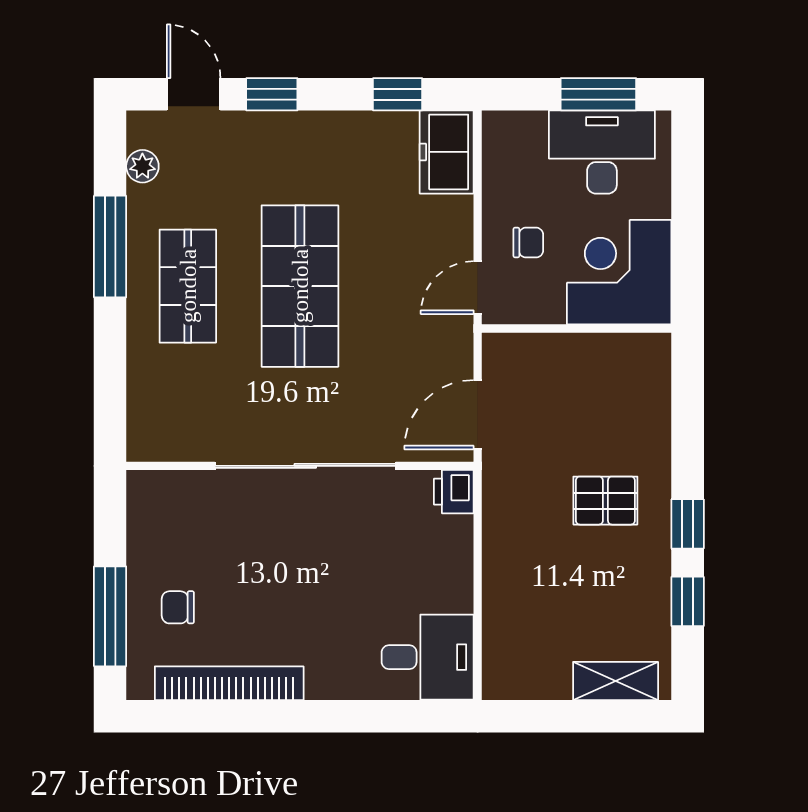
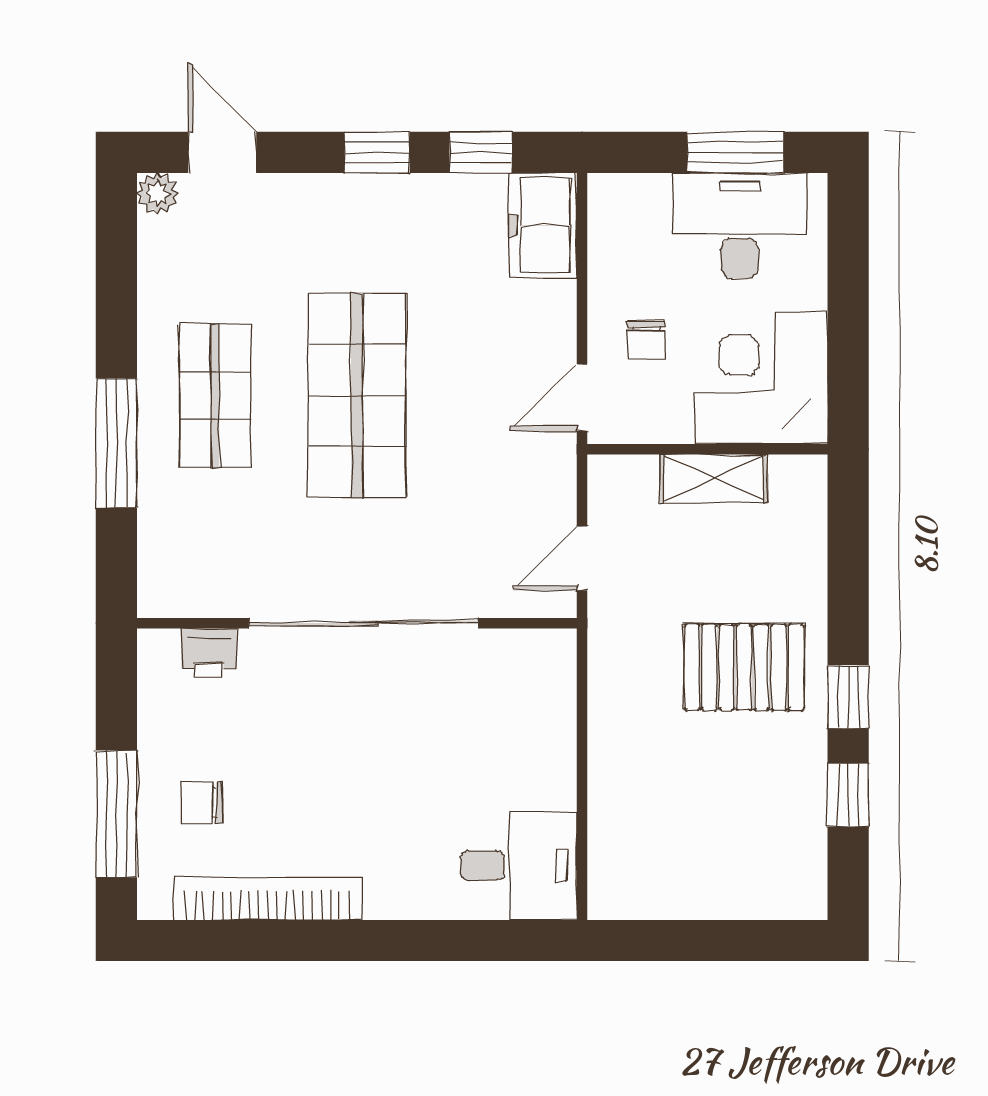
window: (272, 94) -> (377, 152), moved
plant: (142, 166) -> (157, 193), moved
chair: (528, 243) -> (646, 340), turned 90
window: (110, 247) -> (116, 443), moved
door: (478, 415) -> (582, 558), width x0.73
printer: (454, 492) -> (209, 653), moved, turned -90
pallet: (605, 501) -> (744, 667), width x1.50, depth x1.42
shelving: (616, 681) -> (714, 479), moved

